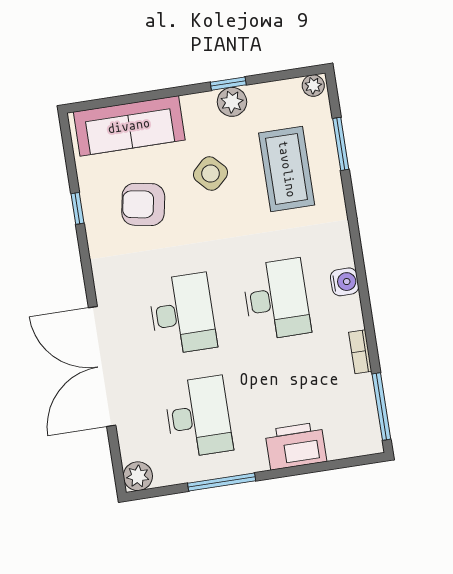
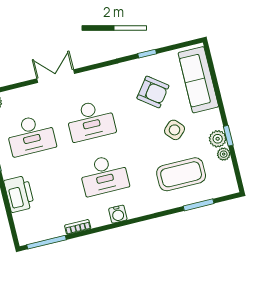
plant: (313, 86) -> (224, 154), moved
armchair: (143, 204) -> (153, 92), turned 117
double door: (102, 367) -> (56, 76), width x0.54

